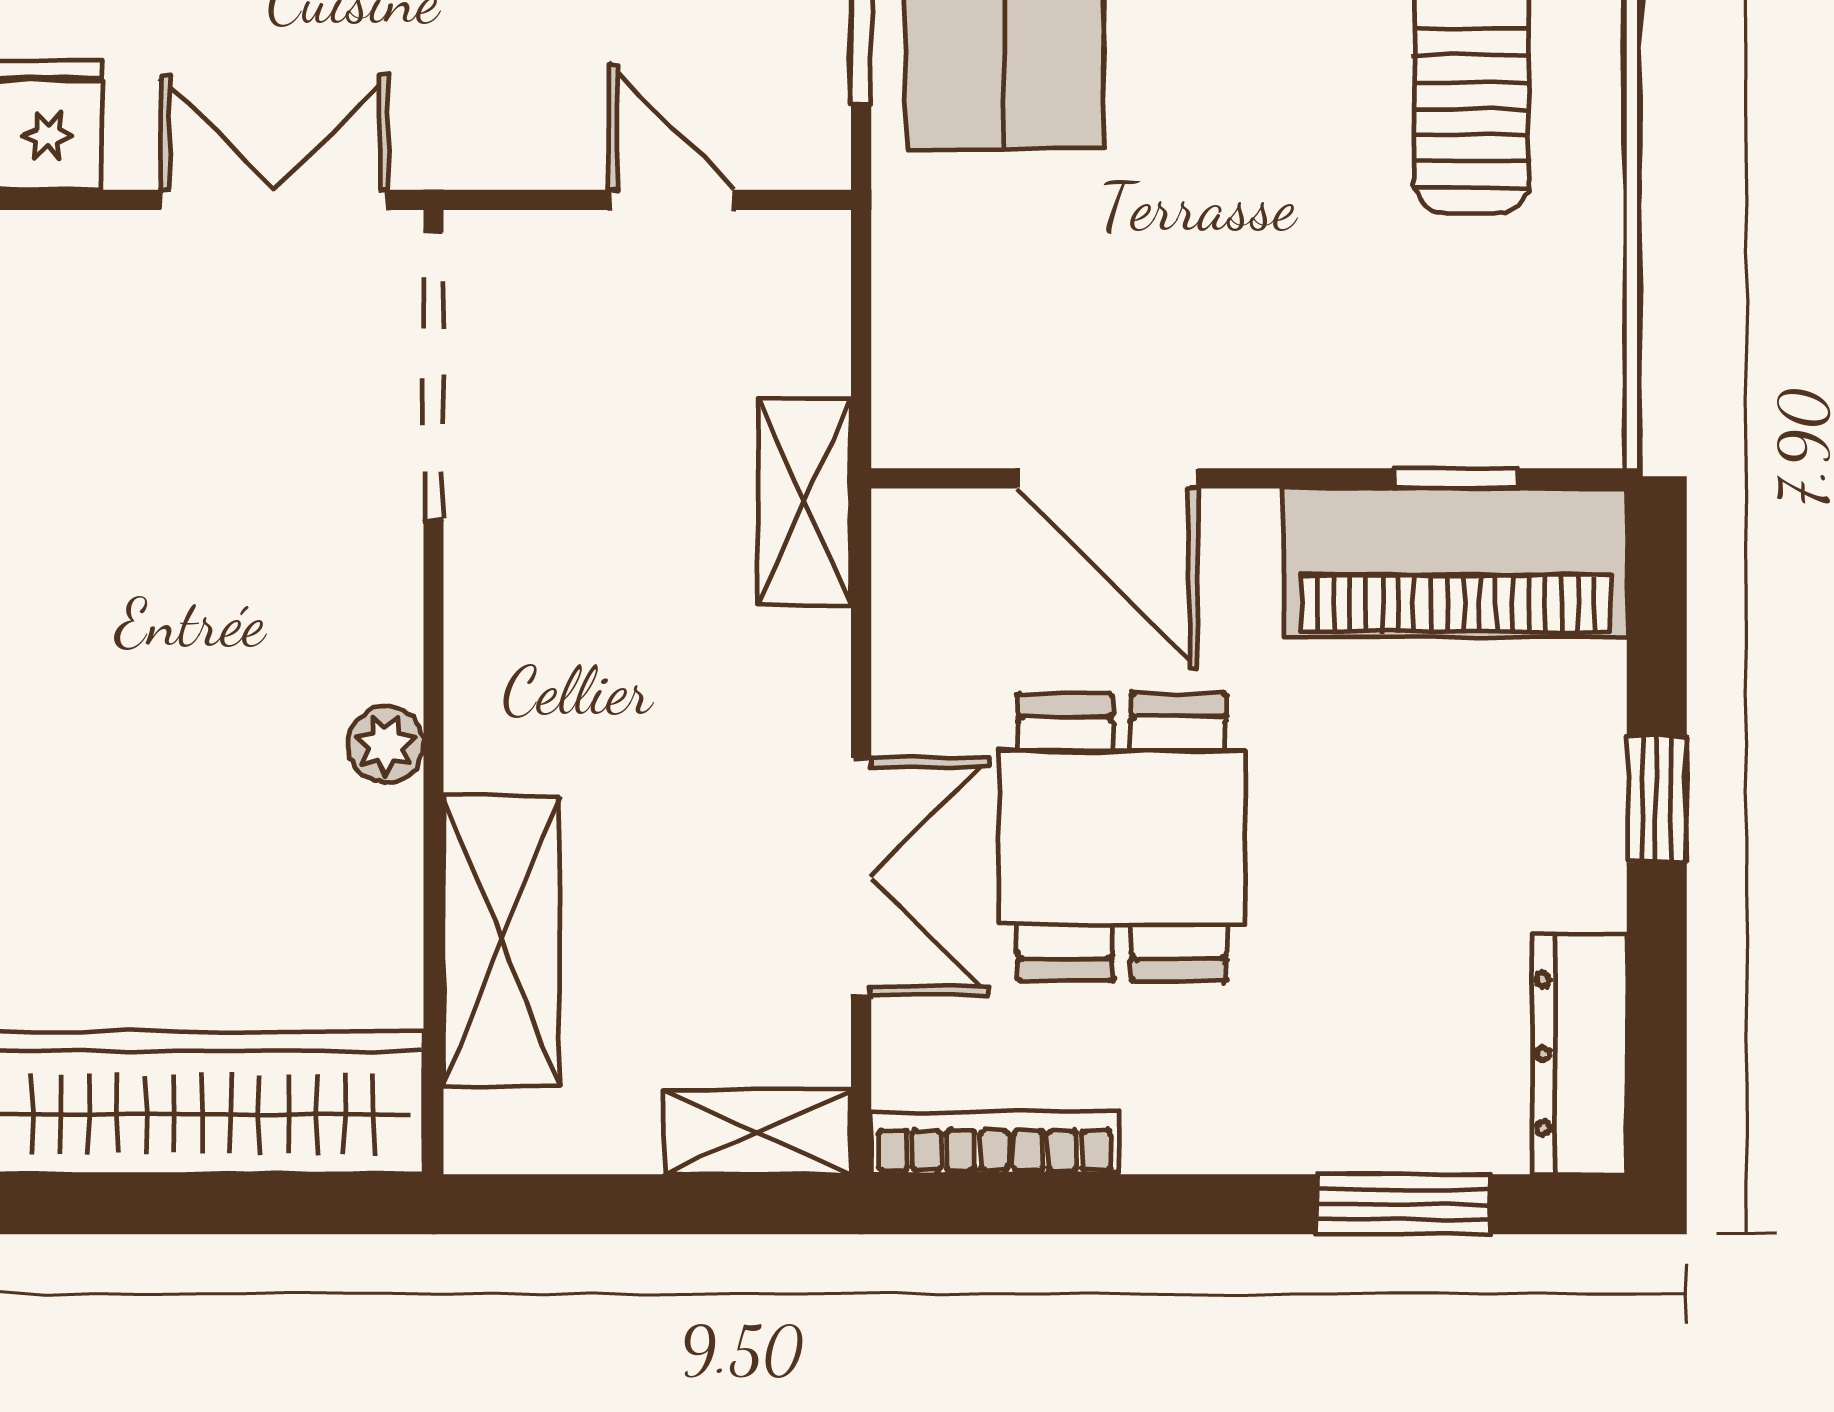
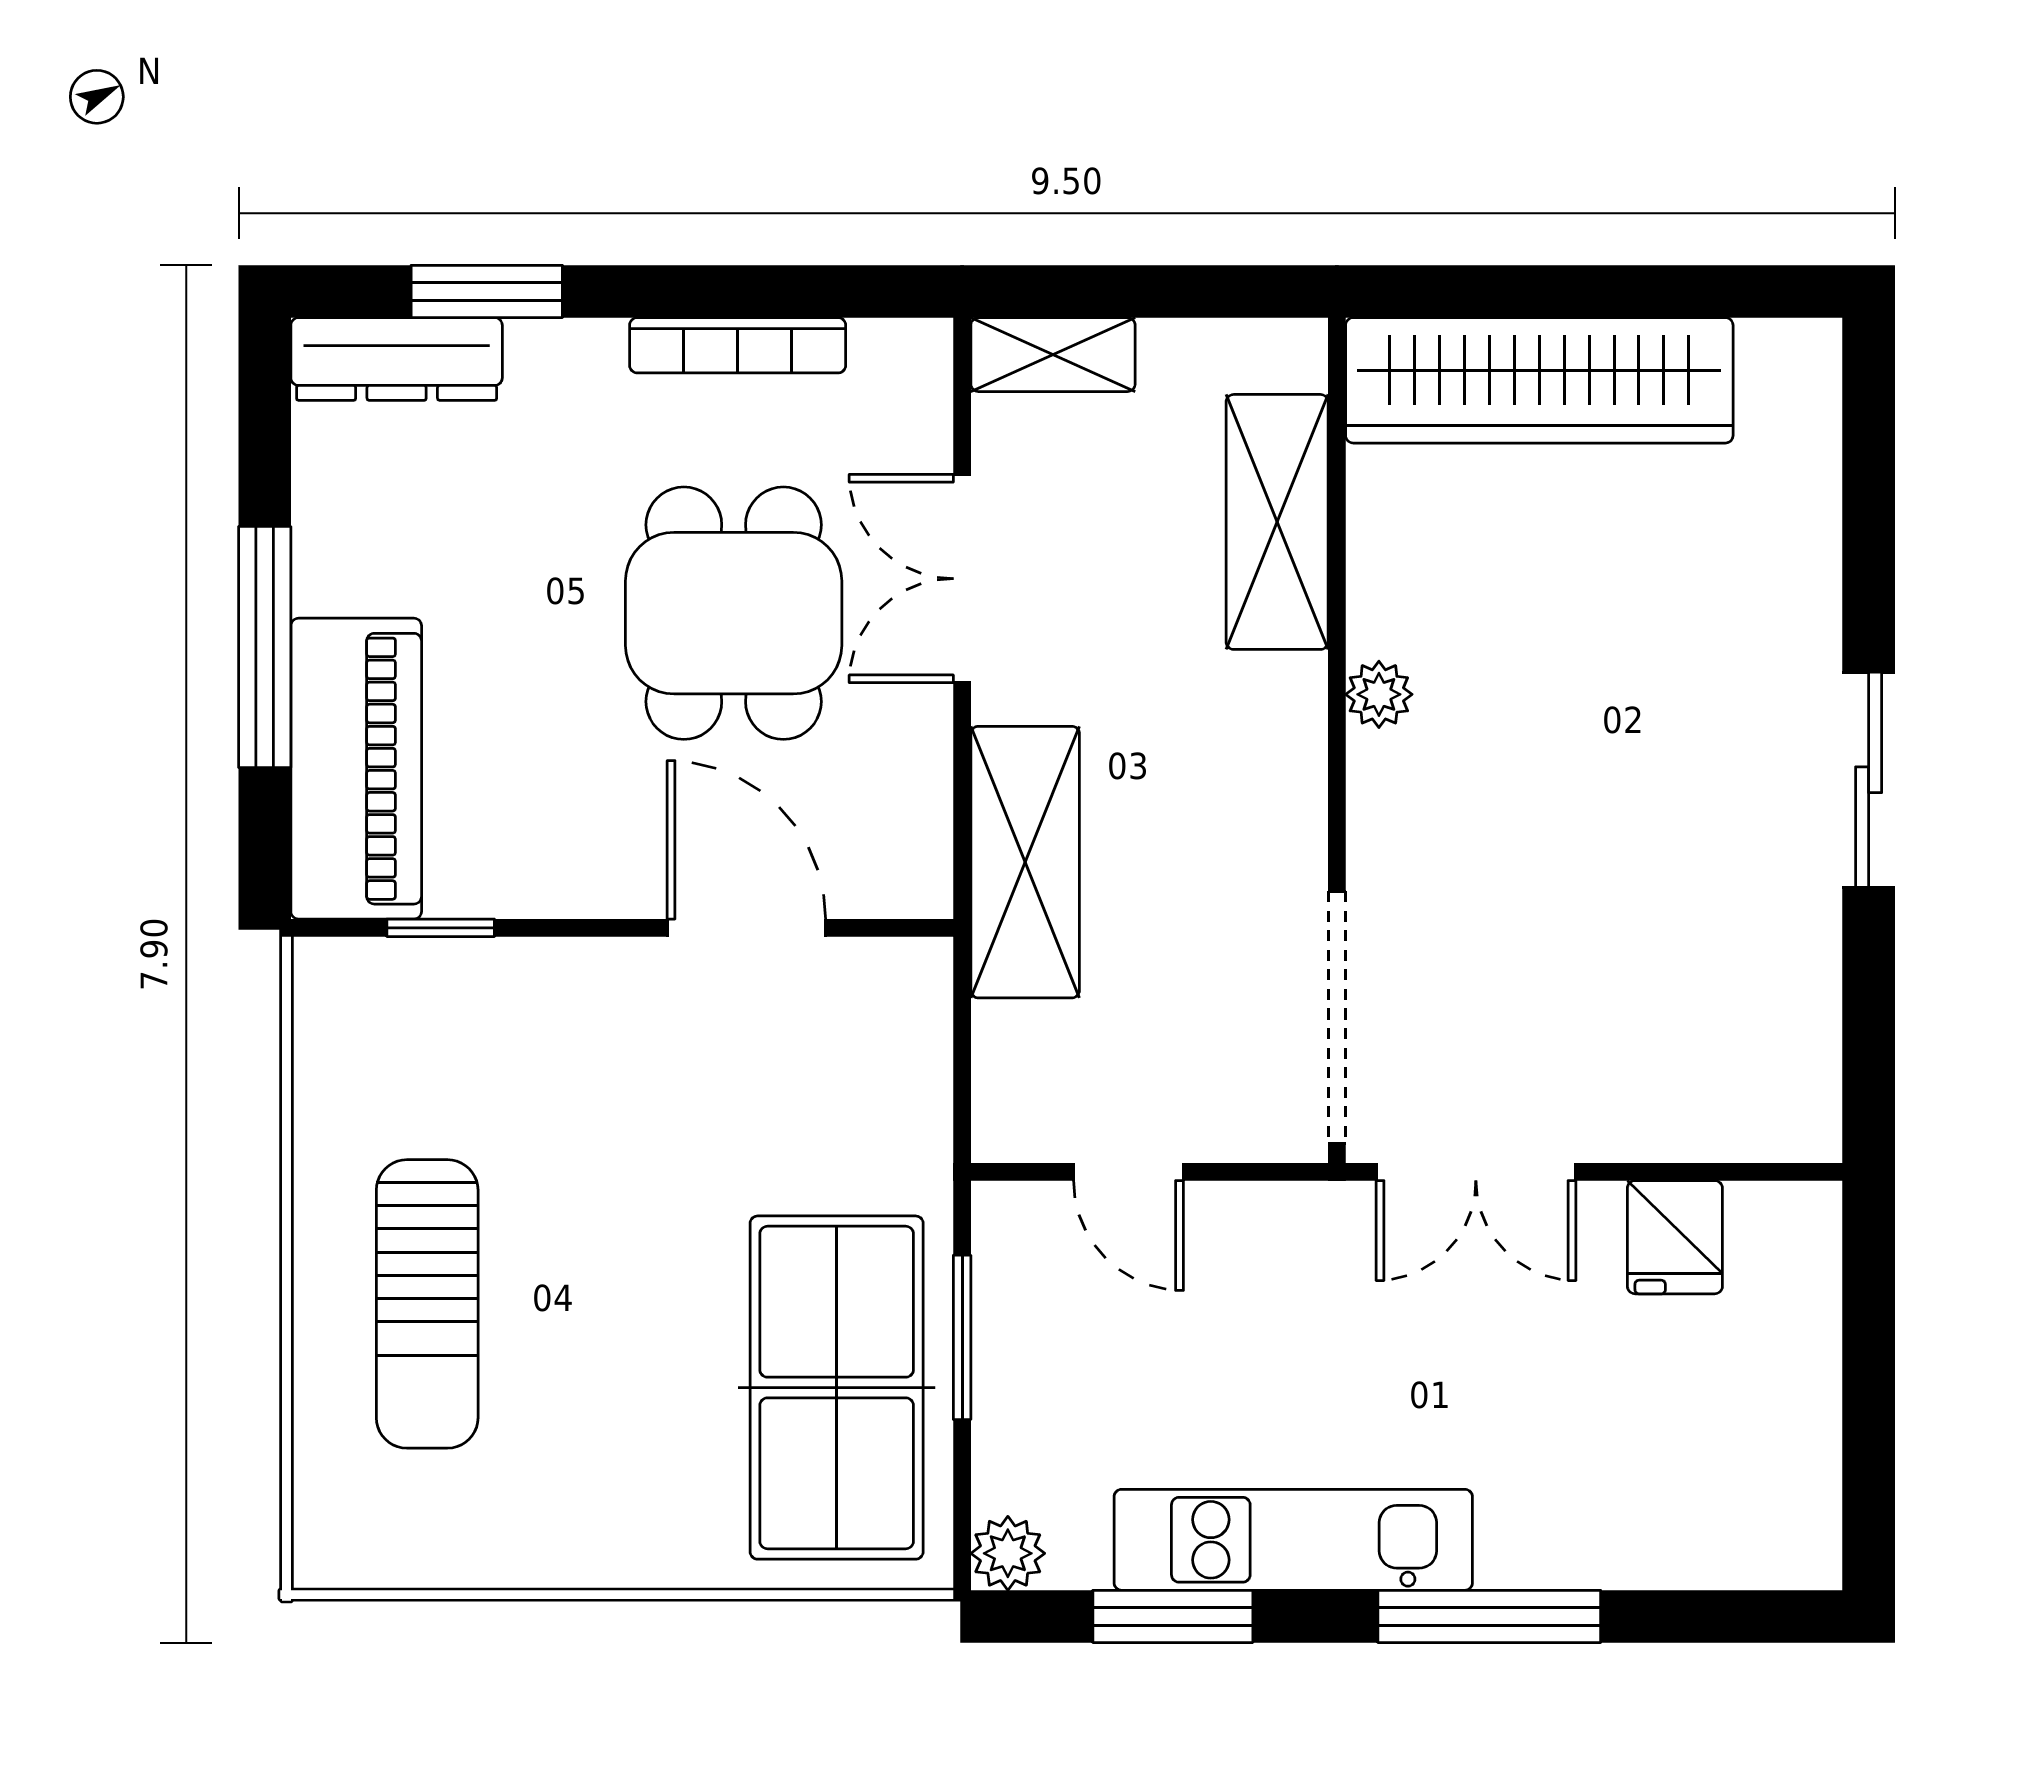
shelving: (805, 502) -> (1025, 862), width x1.50, depth x1.33
piano: (1455, 563) -> (356, 769), moved, turned 90
window: (1657, 799) -> (265, 647), width x2.17
dresser: (1580, 1054) -> (397, 359), moved, turned 90
bookcase: (994, 1143) -> (738, 345), moved

